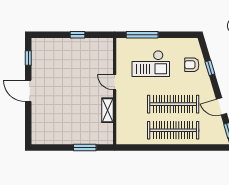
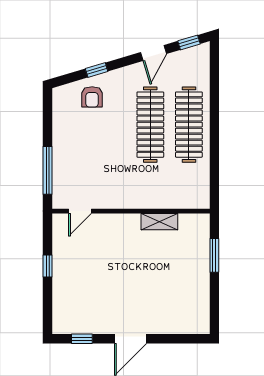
checkout: (151, 64) -> (90, 158), removed
door: (115, 82) -> (80, 211), moved

